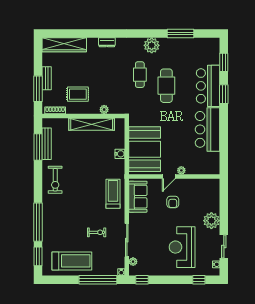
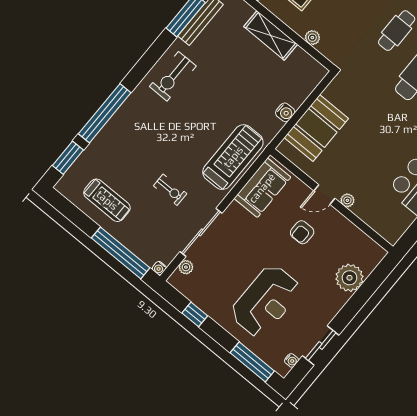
shelving: (92, 124) -> (271, 35), width x0.68
booth: (145, 149) -> (316, 128), width x0.73, depth x0.70
treadmill: (113, 194) -> (233, 157), width x1.37, depth x1.37
plant: (211, 221) -> (349, 278), moved
reception desk: (182, 247) -> (266, 301), turned 180
treadmill: (72, 261) -> (107, 200), width x0.73, depth x0.73
window: (142, 280) -> (195, 314), moved
window: (199, 280) -> (252, 362), width x2.17

